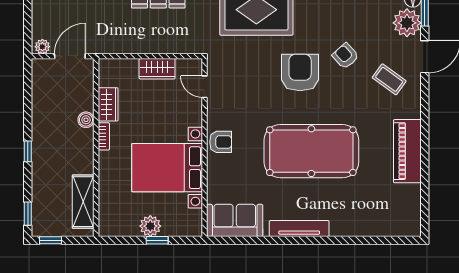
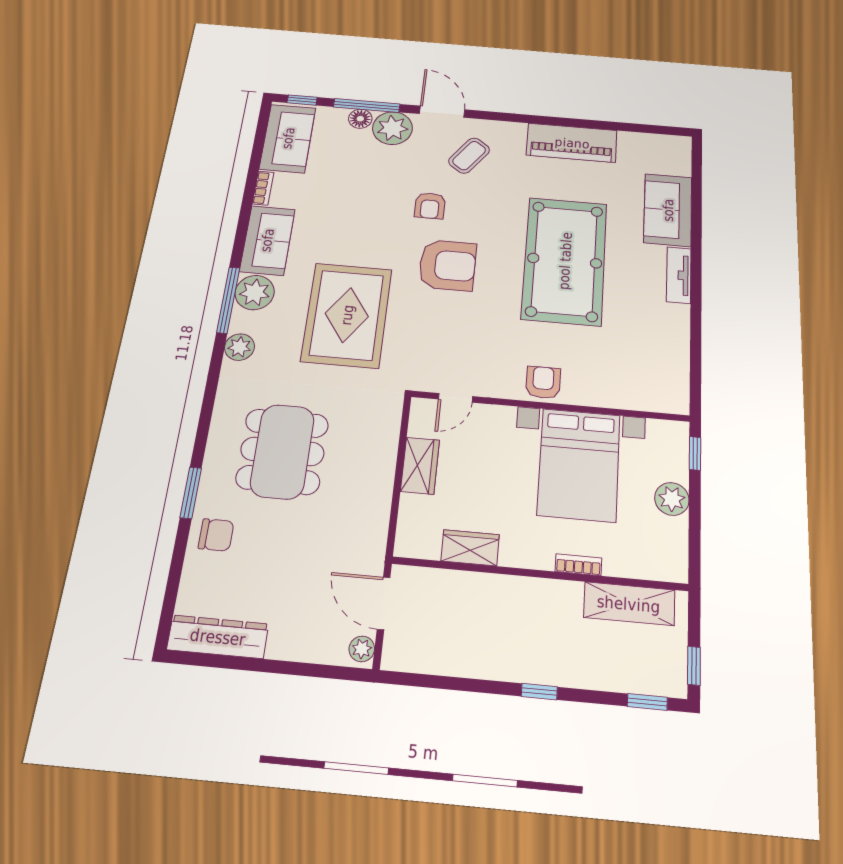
armchair: (345, 56) -> (430, 206), turned -48
armchair: (300, 72) -> (447, 265), turned 180
boiler: (86, 120) -> (493, 586), removed
bookcase: (104, 136) -> (578, 565), moved
sofa: (235, 220) -> (668, 210), moved
tv unit: (299, 229) -> (679, 275), width x0.71
window: (157, 240) -> (695, 453), moved

